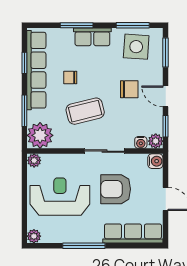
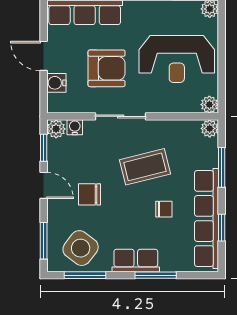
side table: (136, 47) -> (81, 248), turned 33
plant: (40, 135) -> (210, 128), width x0.53, depth x0.53
water cooler: (155, 161) -> (56, 83), moved

